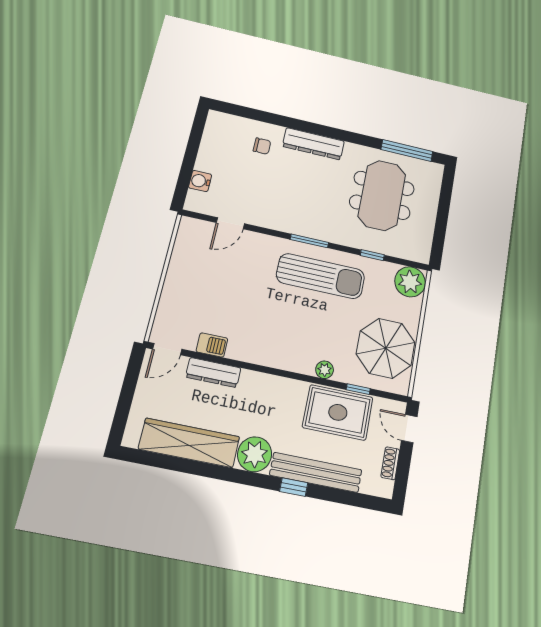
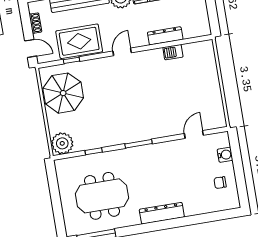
chair: (262, 146) -> (220, 183), moved
meeting table: (382, 195) -> (102, 196), turned 90
sun lounger: (321, 276) -> (122, 123), removed
door: (167, 349) -> (122, 52), moved
plant: (325, 370) -> (97, 64), removed

